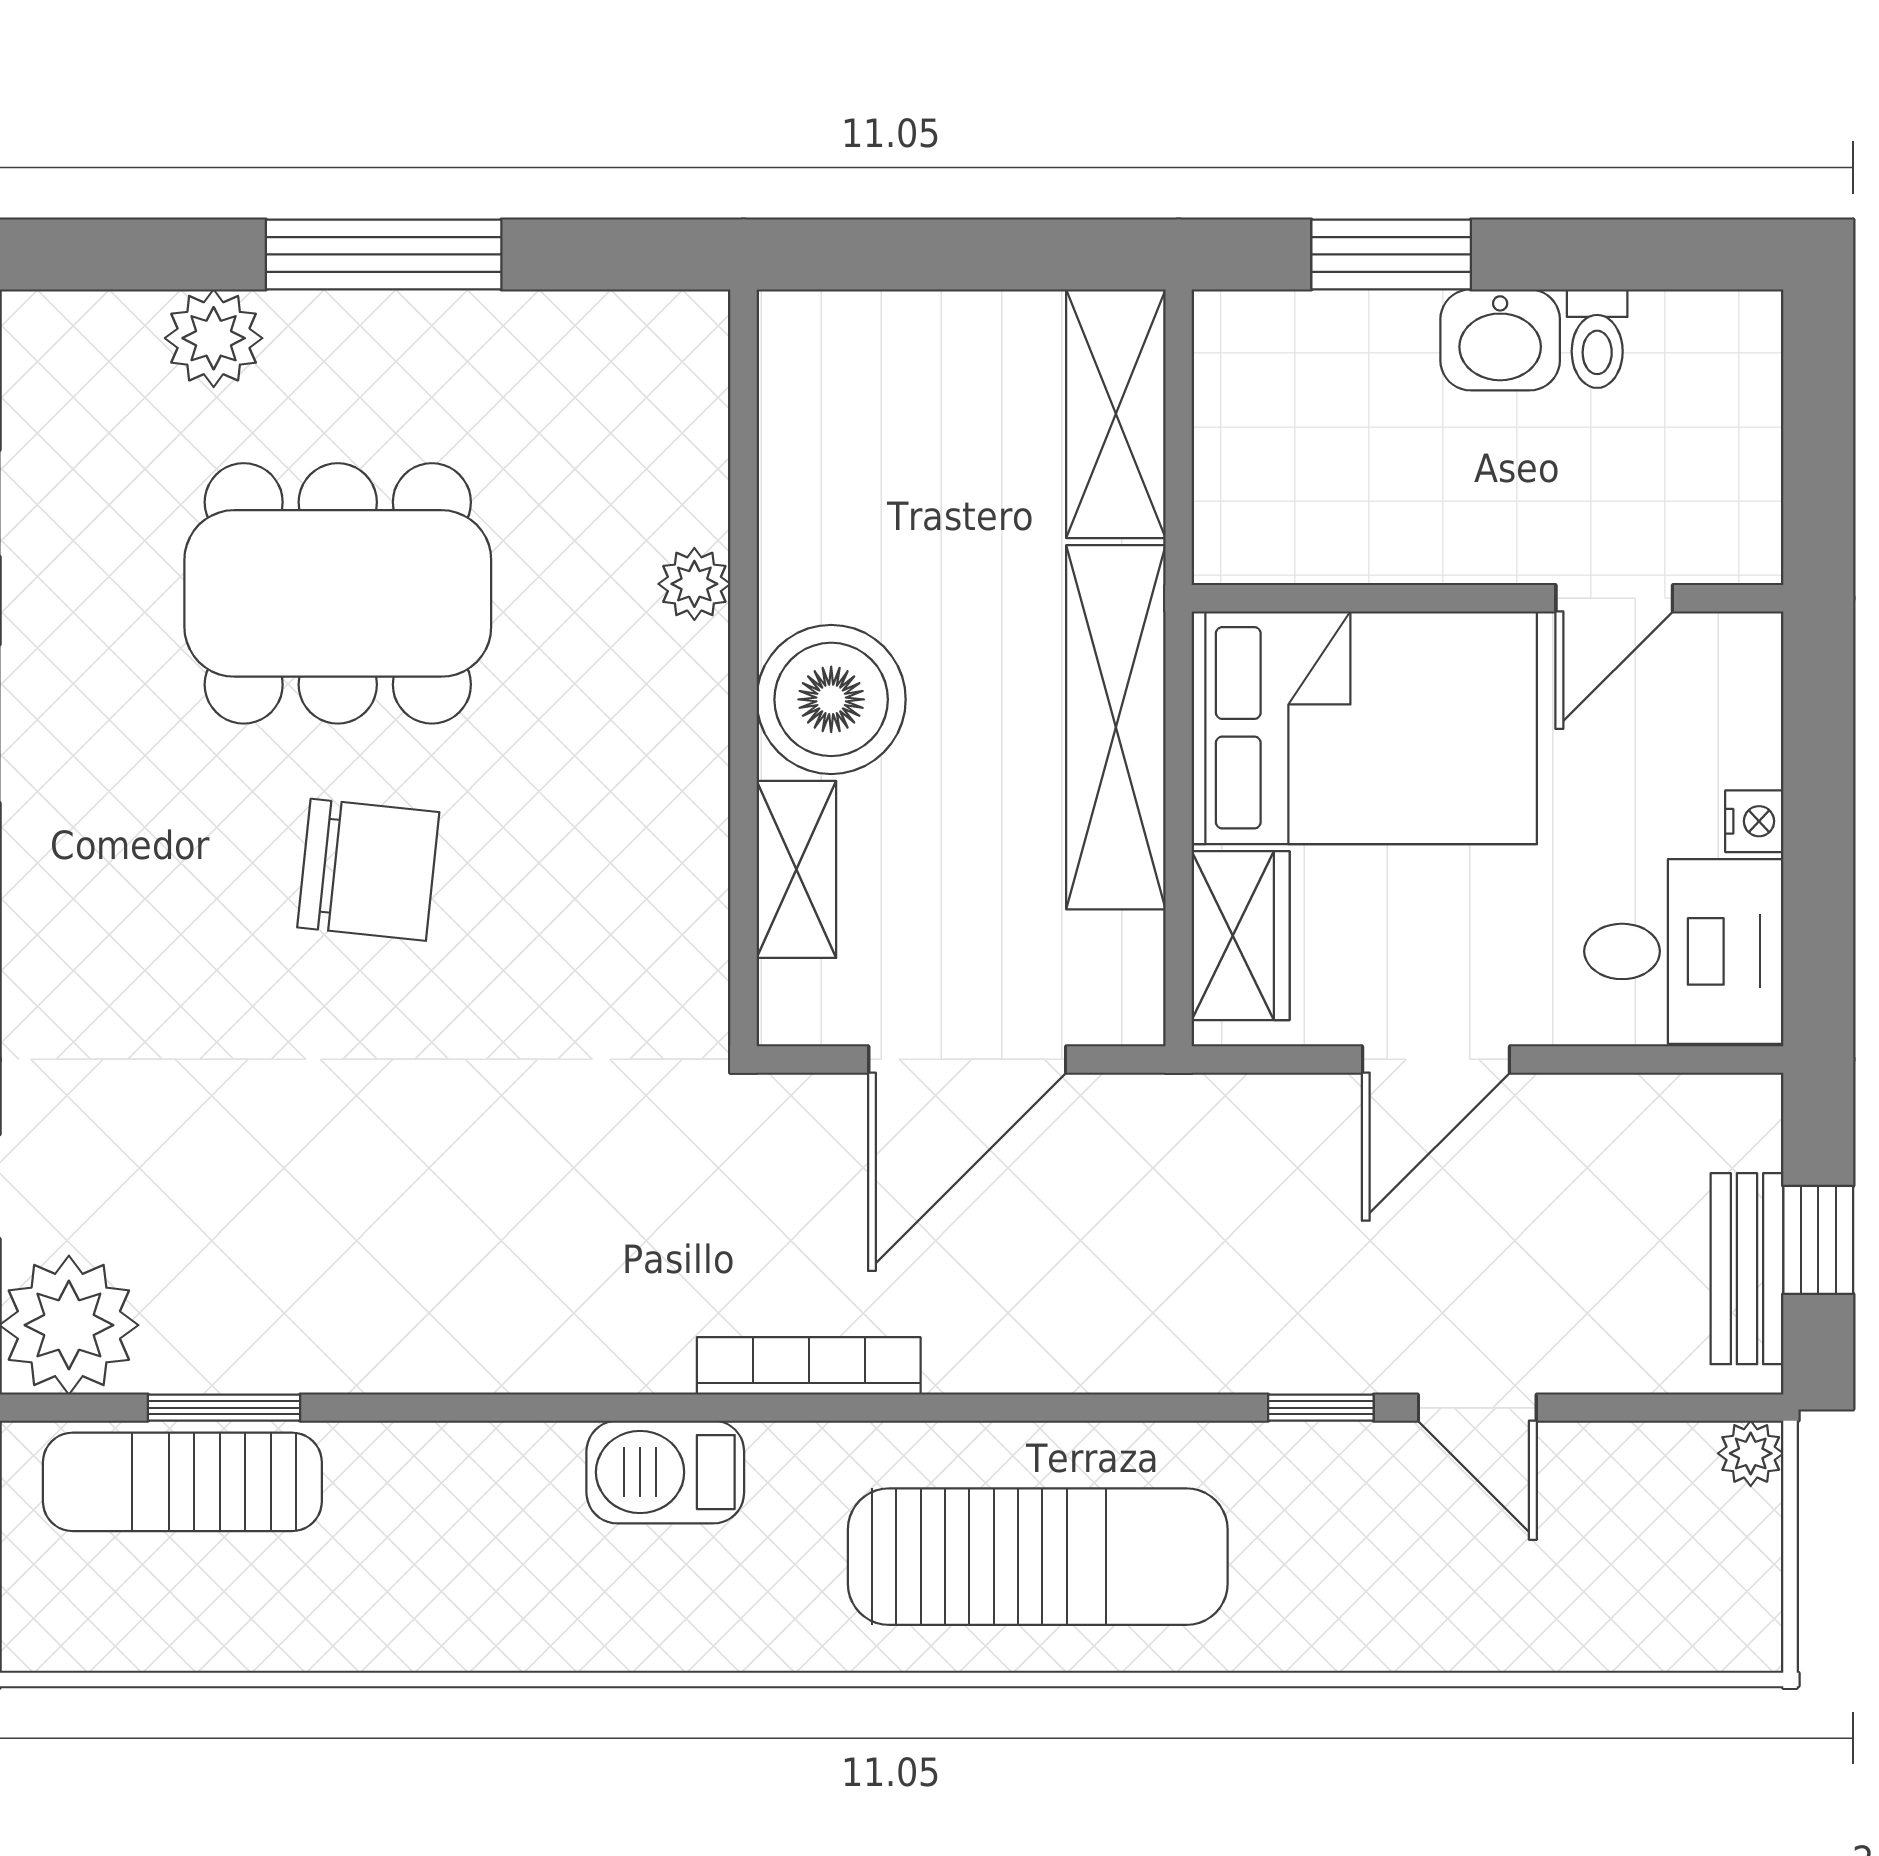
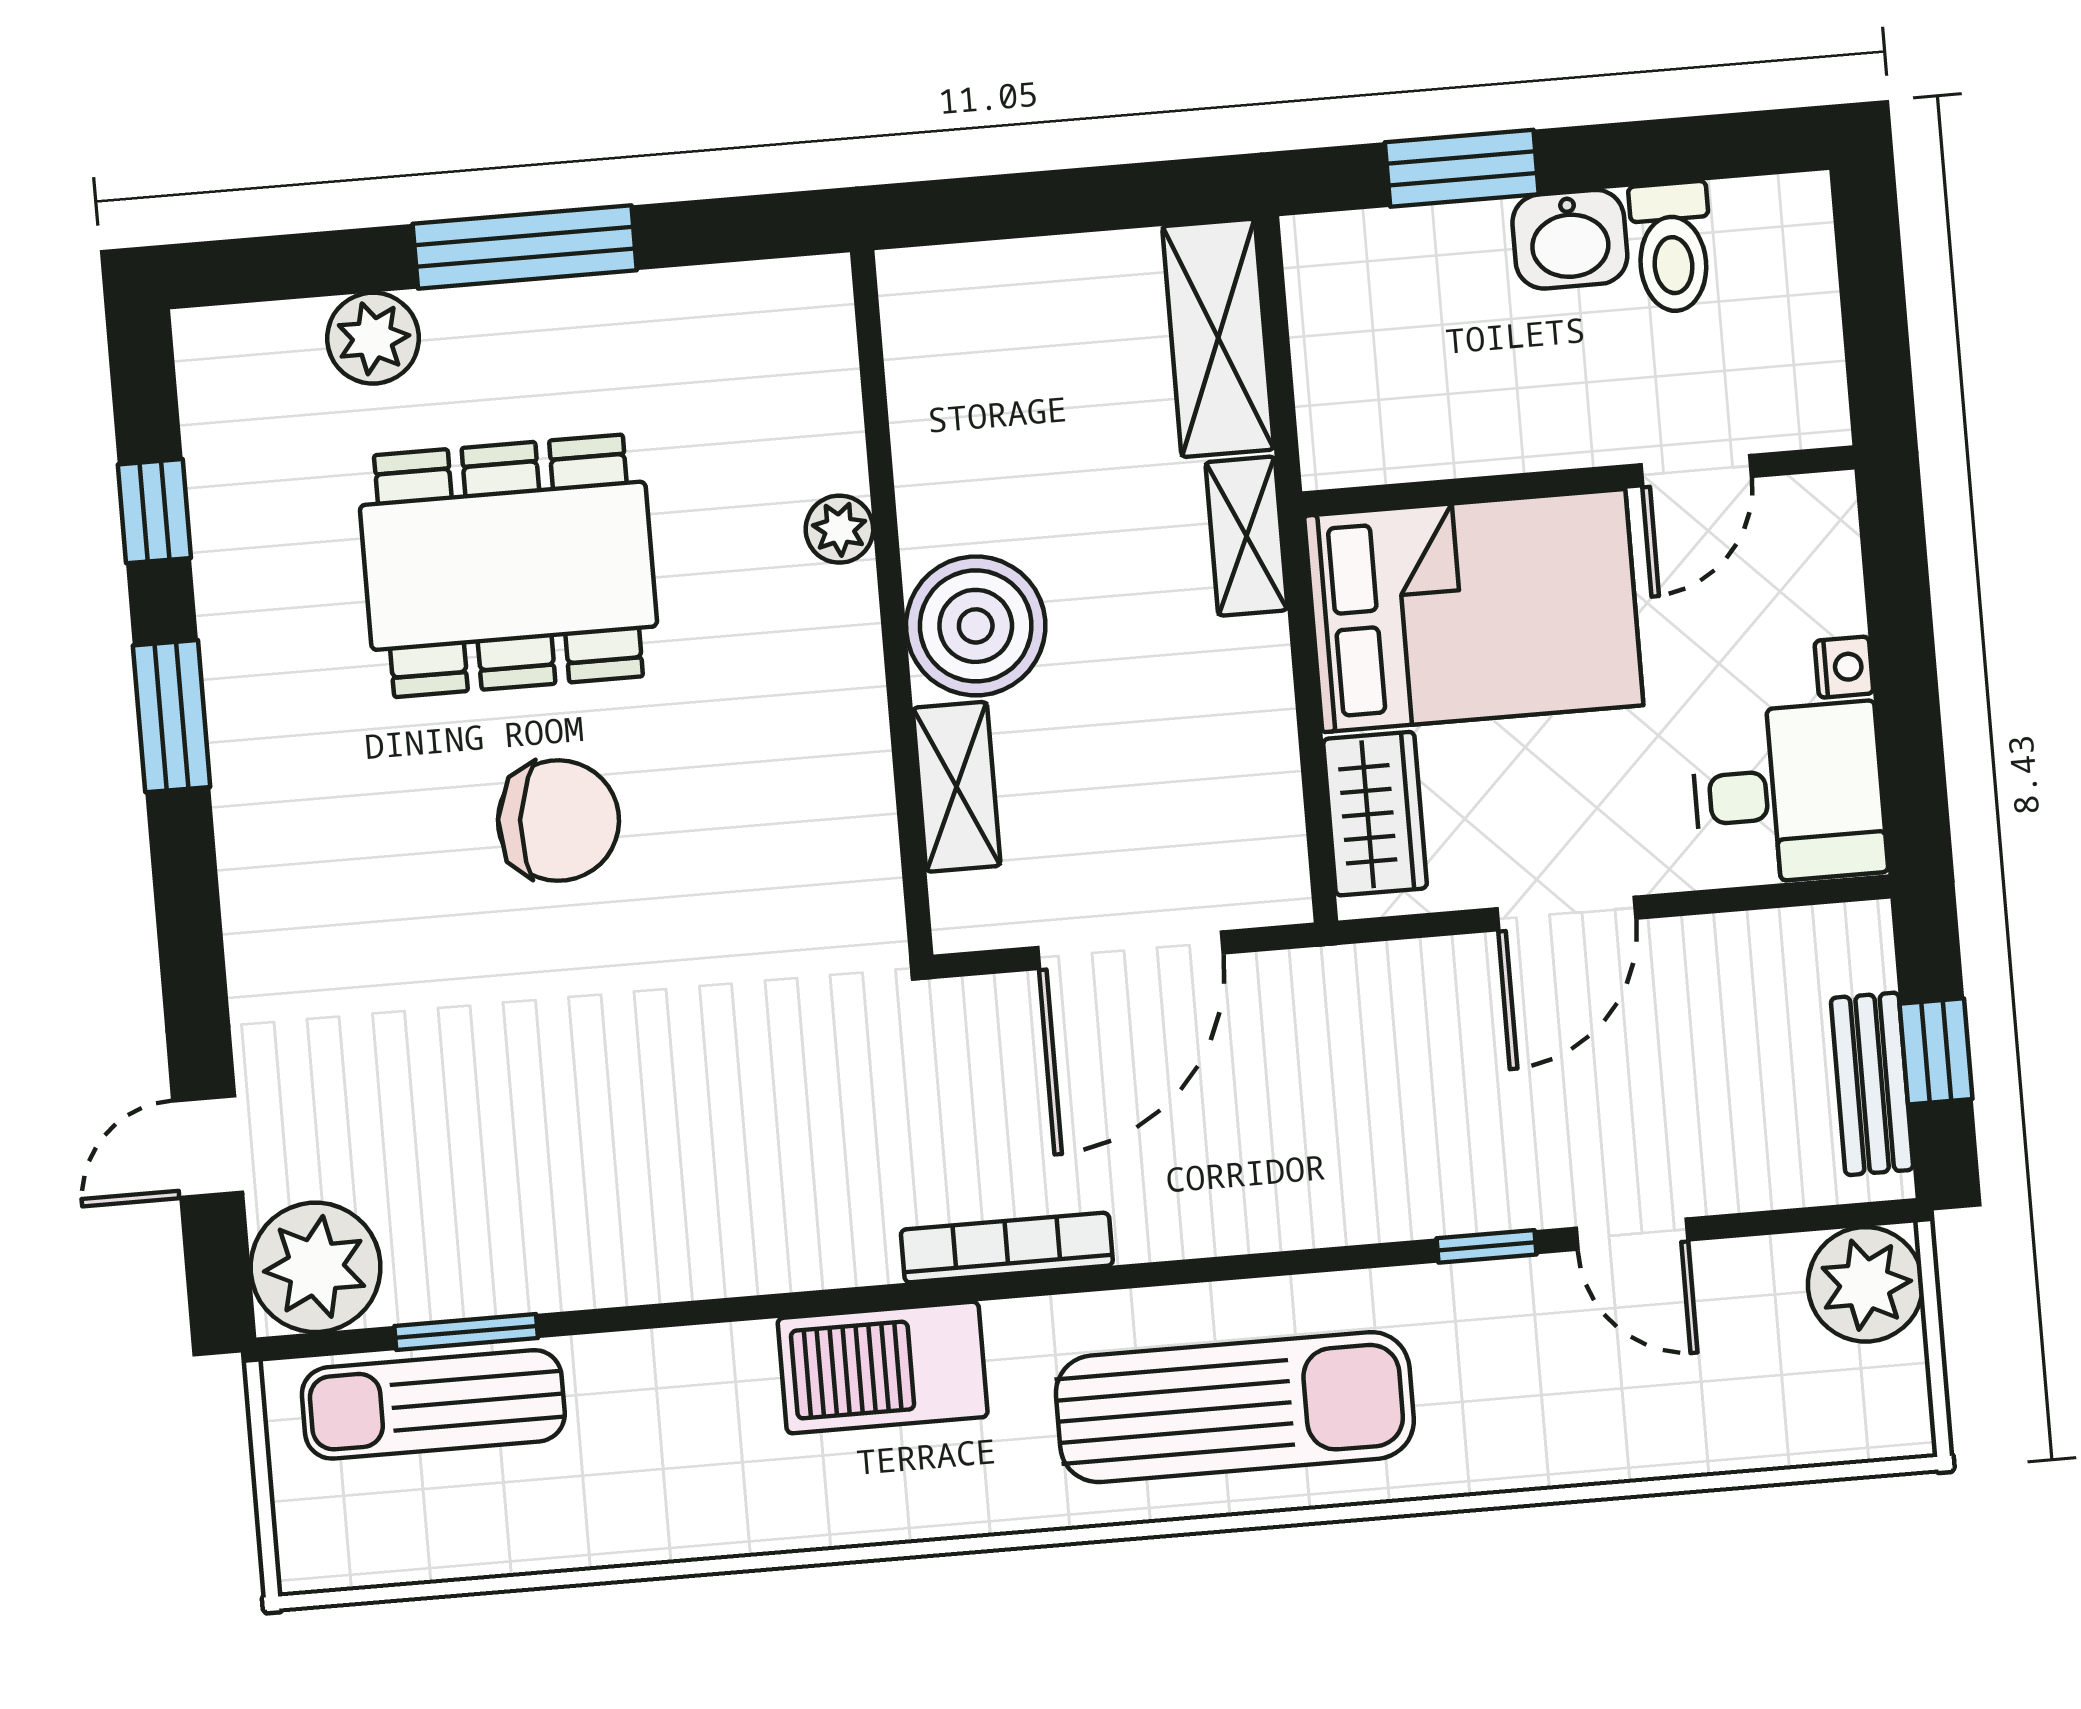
toilet: (1597, 339) -> (1672, 247), width x1.37, depth x1.39
shelving: (1116, 727) -> (1246, 536), width x0.45, depth x0.75
plant: (1751, 1453) -> (1865, 1284), width x1.88, depth x1.88
barbecue: (665, 1472) -> (883, 1368), width x1.37, depth x1.21

